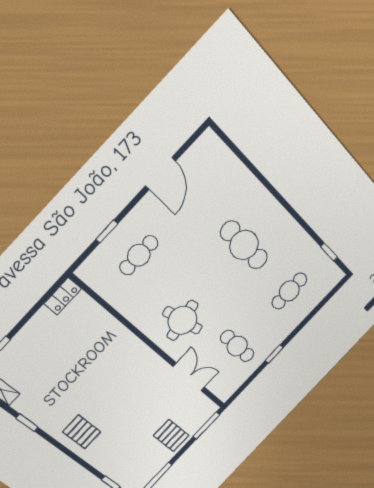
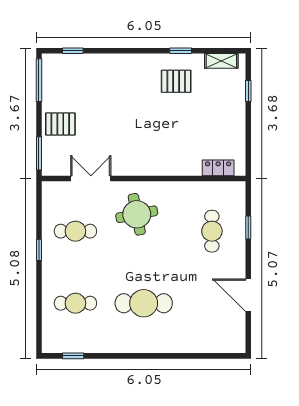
cafe table: (289, 291) -> (75, 303), turned 90
locker: (63, 296) -> (218, 168), moved, turned 90
double door: (189, 377) -> (91, 178), swing flipped
pallet: (82, 432) -> (176, 81), moved

